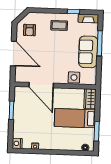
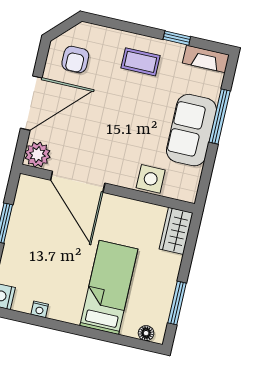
door: (13, 54) -> (31, 103), hinge flipped
plant: (21, 76) -> (37, 155), added
bed: (75, 118) -> (109, 287), moved, turned 90

